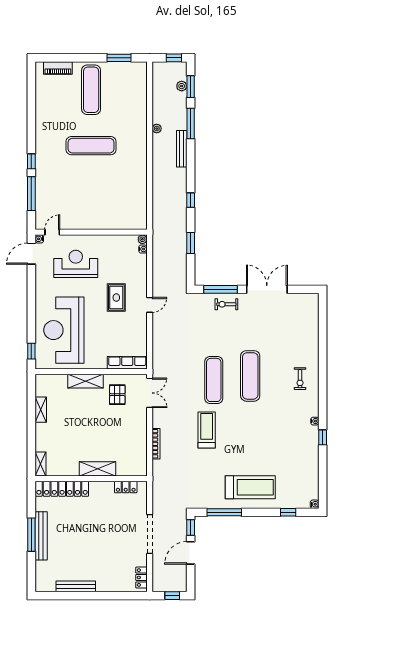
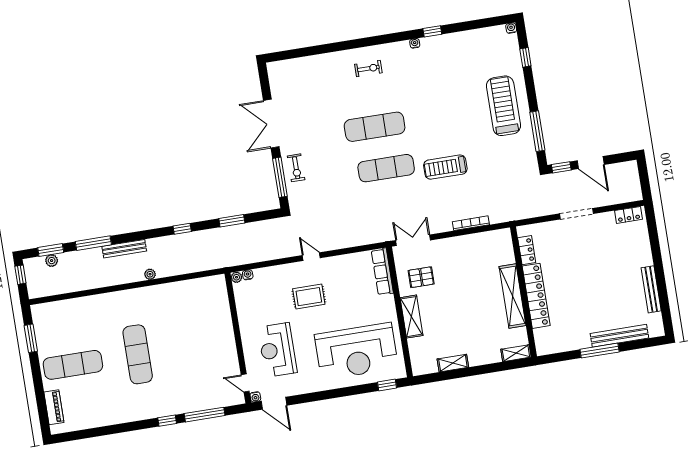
plant: (157, 129) -> (150, 274), moved
shelving: (98, 469) -> (512, 296), width x1.47
locker: (62, 489) -> (536, 296), moved
doorway: (150, 534) -> (577, 214), width x0.73
bench: (41, 536) -> (619, 336), moved
window: (172, 596) -> (644, 176), removed

